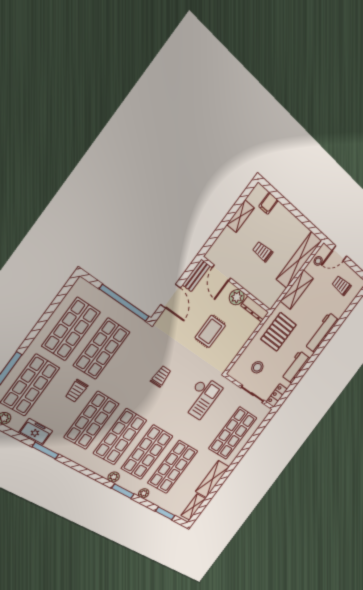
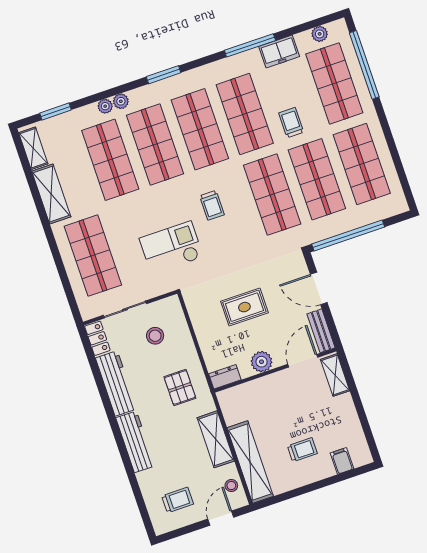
shelving: (241, 216) -> (335, 375), moved
trolley: (263, 252) -> (302, 450), moved
door: (221, 273) -> (303, 361), hinge flipped
dresser: (255, 309) -> (225, 377), width x0.70
rug: (210, 331) -> (244, 307), turned 90
pallet: (279, 332) -> (180, 387), width x0.67, depth x0.71
shop shelf: (131, 367) -> (272, 195), added
workbench: (296, 367) -> (116, 383), width x1.37
trolley: (161, 376) -> (212, 205), moved
checkout: (202, 398) -> (171, 248), turned 90
window: (45, 451) -> (250, 45), width x1.44
plant: (114, 477) -> (121, 101), moved
window: (123, 491) -> (164, 75), moved

